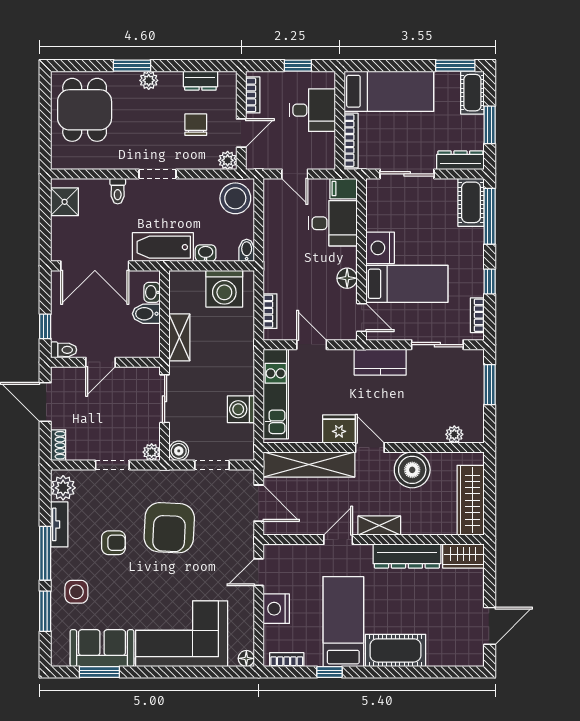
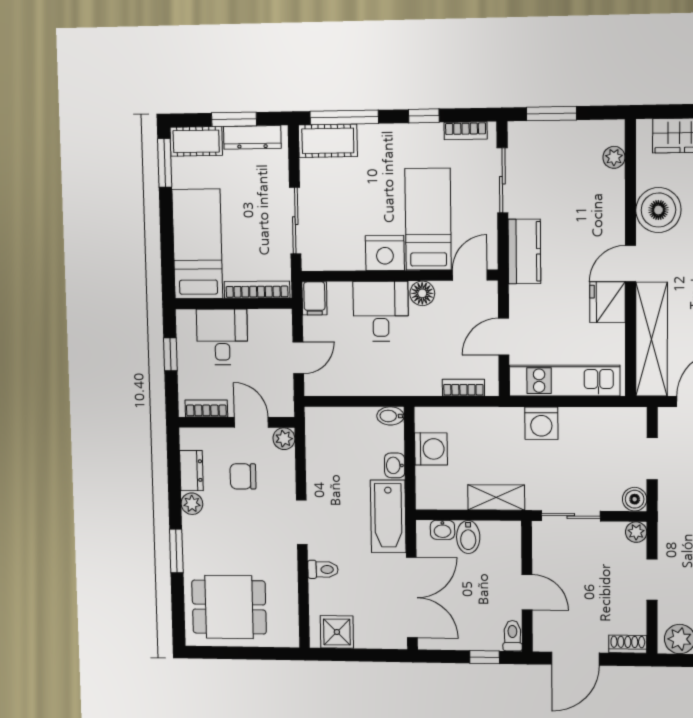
plant: (149, 80) -> (192, 504), moved
dresser: (460, 160) -> (252, 137), moved, turned -90
stool: (235, 198) -> (329, 429), removed
desk: (333, 223) -> (381, 311), moved
washing machine: (224, 289) -> (431, 449), width x0.73, depth x0.73
washing machine: (241, 409) -> (541, 423), moved

